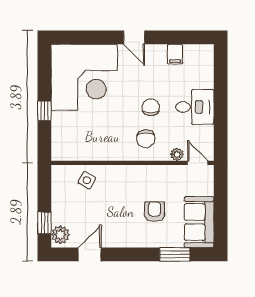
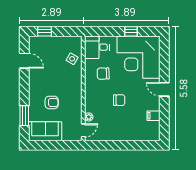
door: (134, 37) -> (164, 89), hinge flipped
desk: (195, 107) -> (97, 47), moved, turned 90
window: (44, 111) -> (131, 31), moved
chair: (146, 139) -> (103, 74), moved
plant: (60, 235) -> (37, 42), removed

